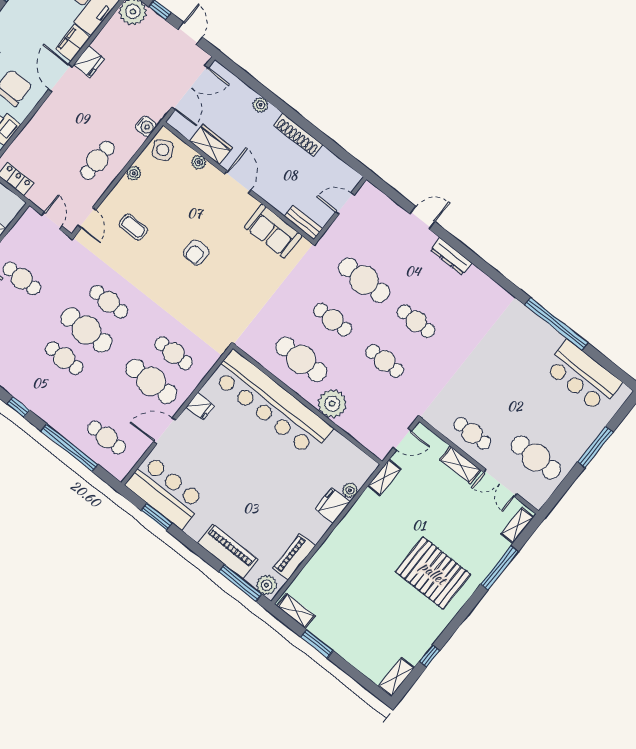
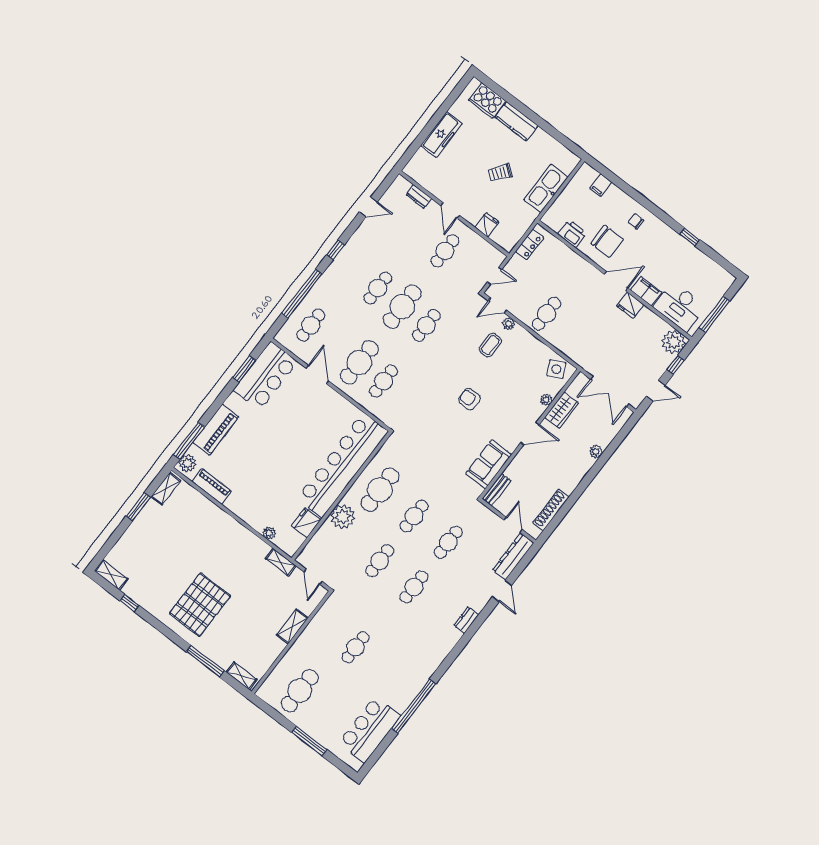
water cooler: (146, 126) -> (576, 354), removed
shoe rack: (298, 135) -> (551, 510), moved
cafe table: (97, 160) -> (546, 314), turned 90
plant: (134, 173) -> (509, 324), moved
dresser: (382, 204) -> (513, 556), added
dresser: (451, 256) -> (466, 620), width x0.70
cafe table: (364, 280) -> (448, 542), width x0.73, depth x0.74
fridge: (200, 406) -> (339, 404), removed
cafe table: (472, 433) -> (355, 647), moved
double door: (500, 483) -> (277, 661), removed
fridge: (333, 505) -> (306, 523), moved, turned -90

